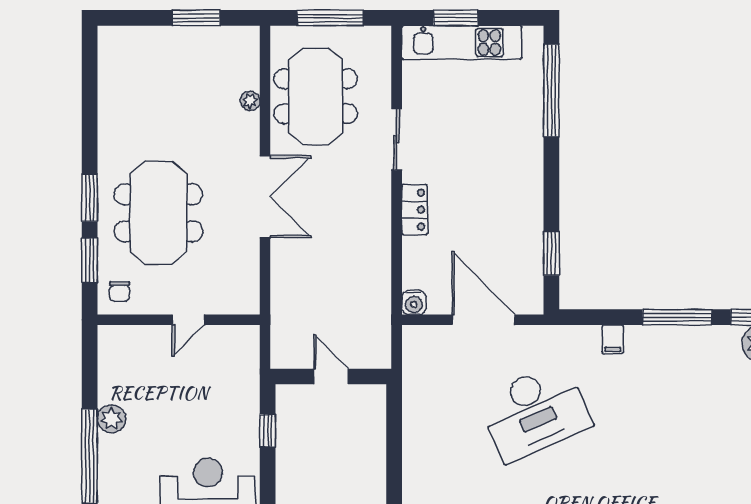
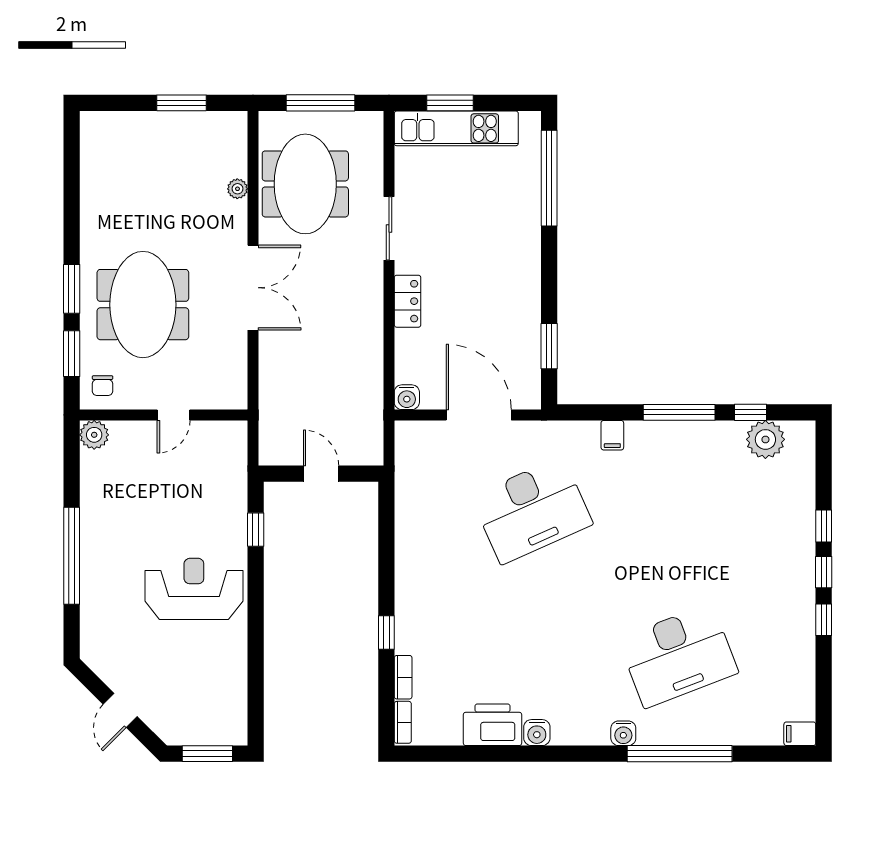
plant: (111, 419) -> (94, 435), moved

